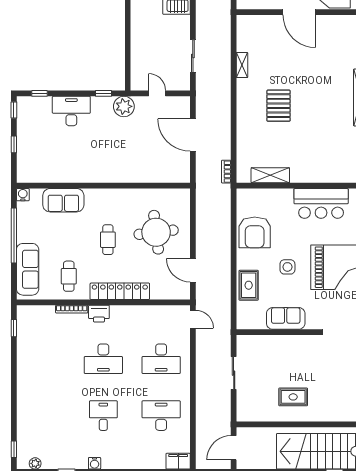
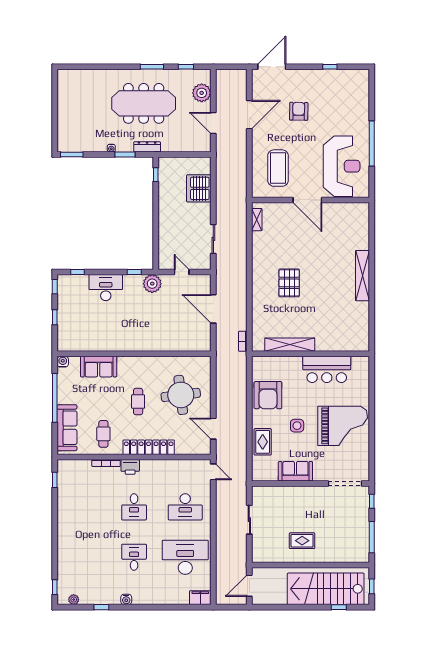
shelving: (242, 65) -> (257, 220), moved
shelving: (270, 175) -> (290, 345), width x1.47
desk: (103, 359) -> (134, 507), width x0.73
desk: (161, 416) -> (185, 557), width x1.36, depth x1.30

